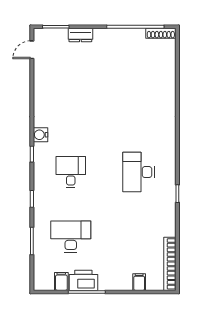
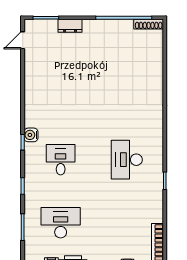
water cooler: (40, 135) -> (31, 135), moved

